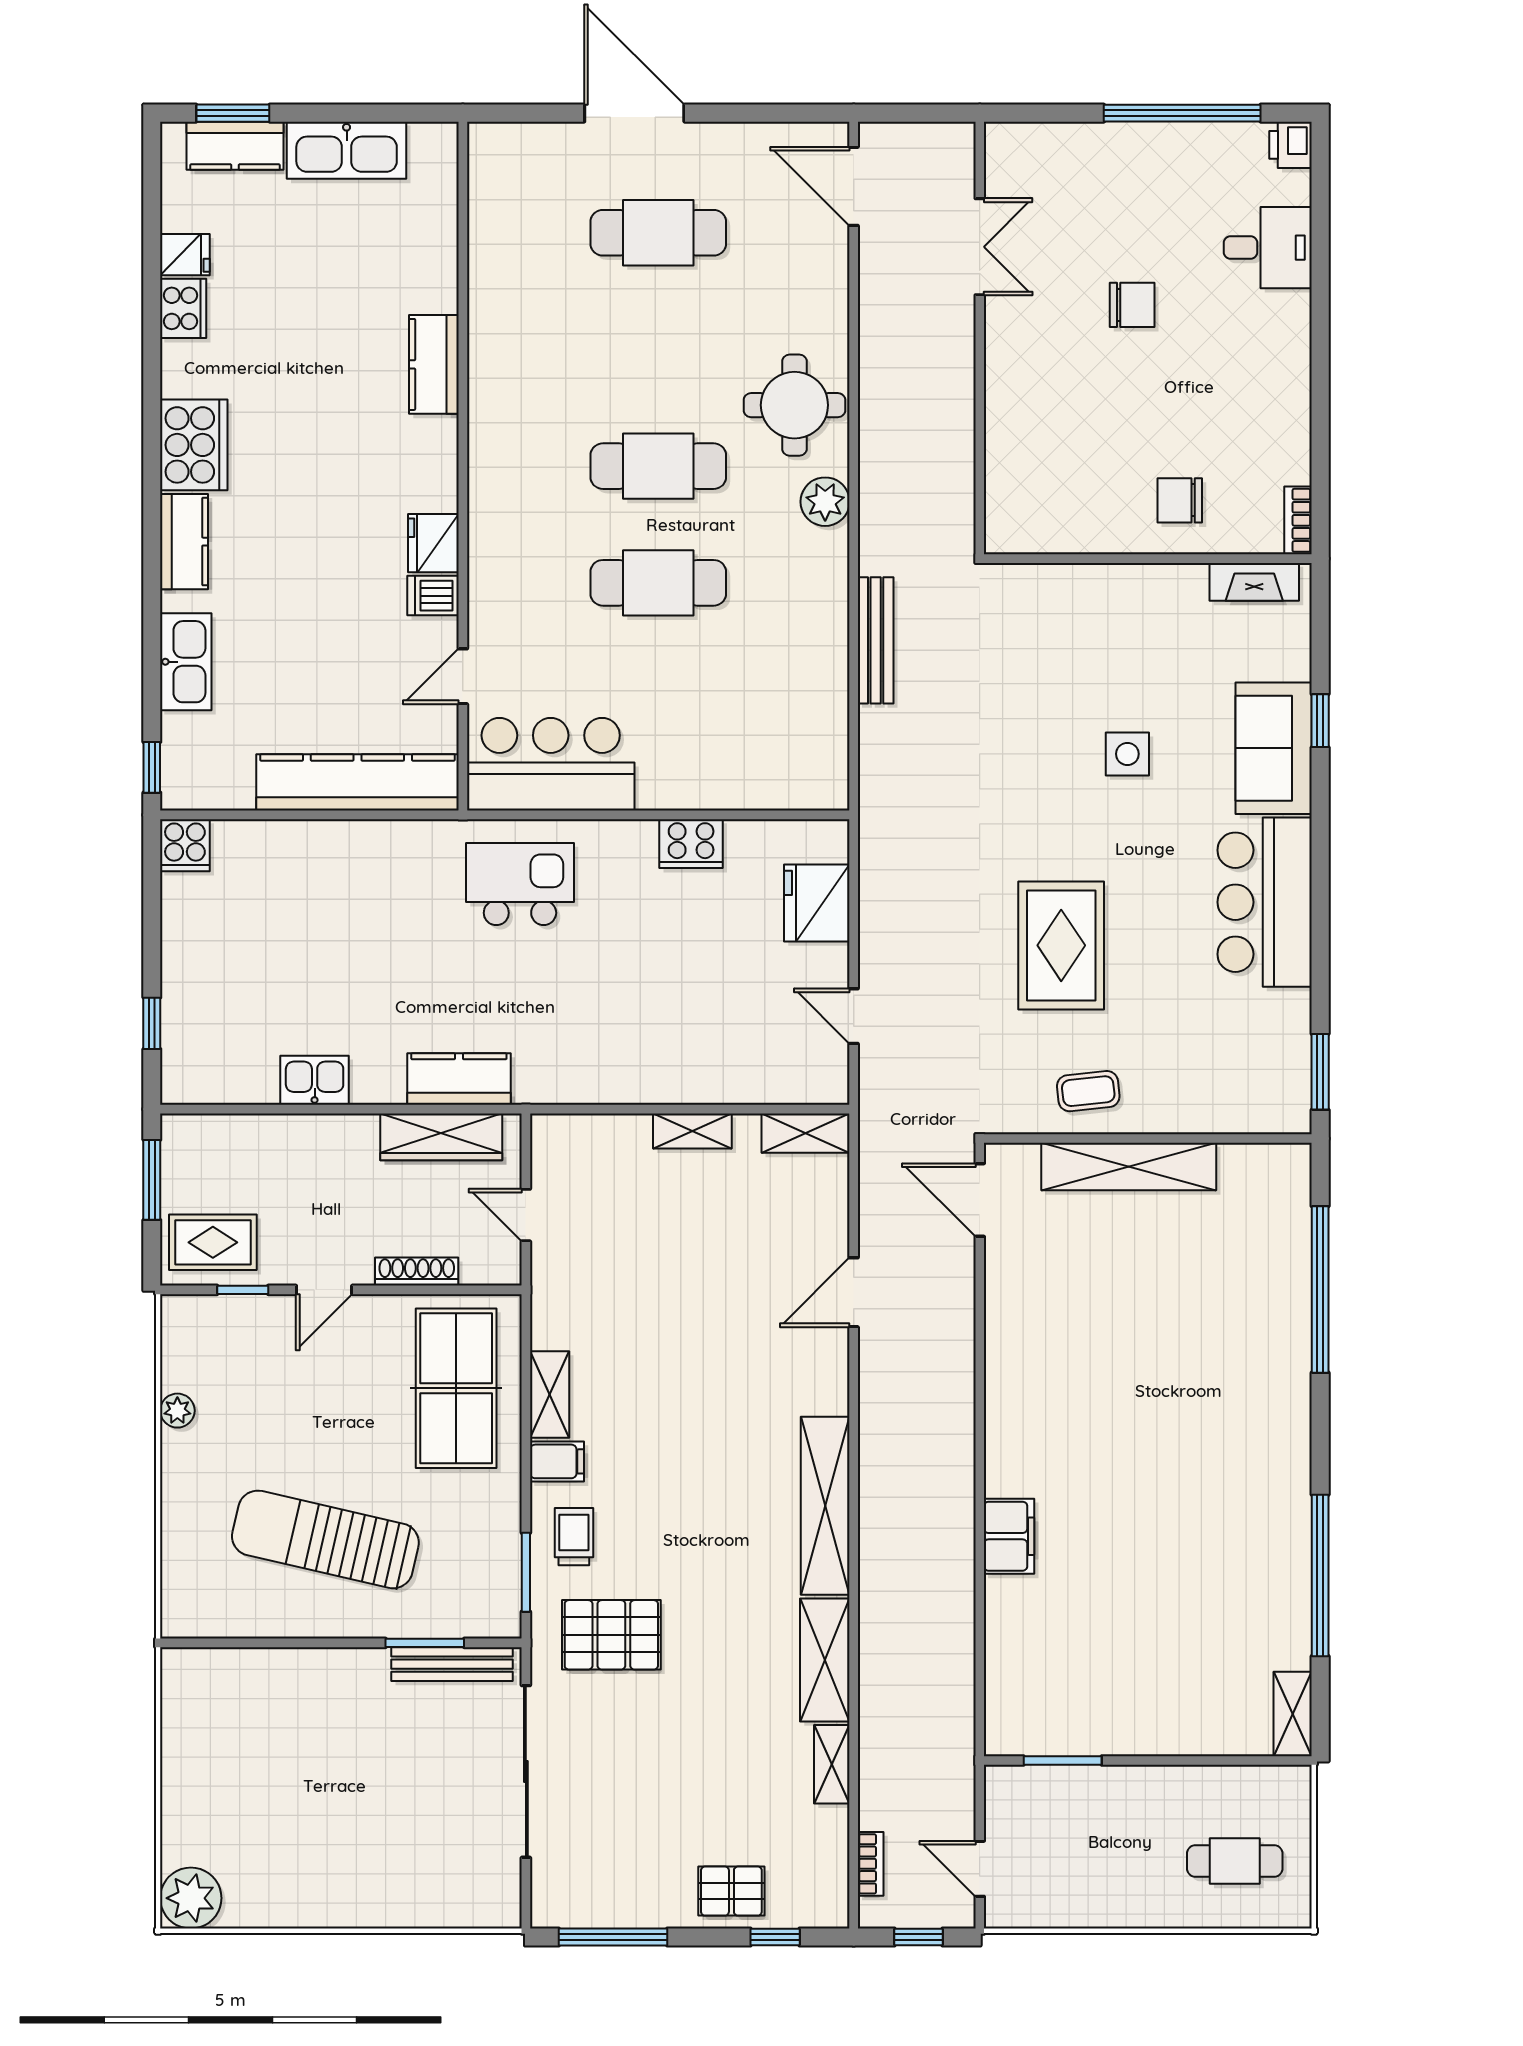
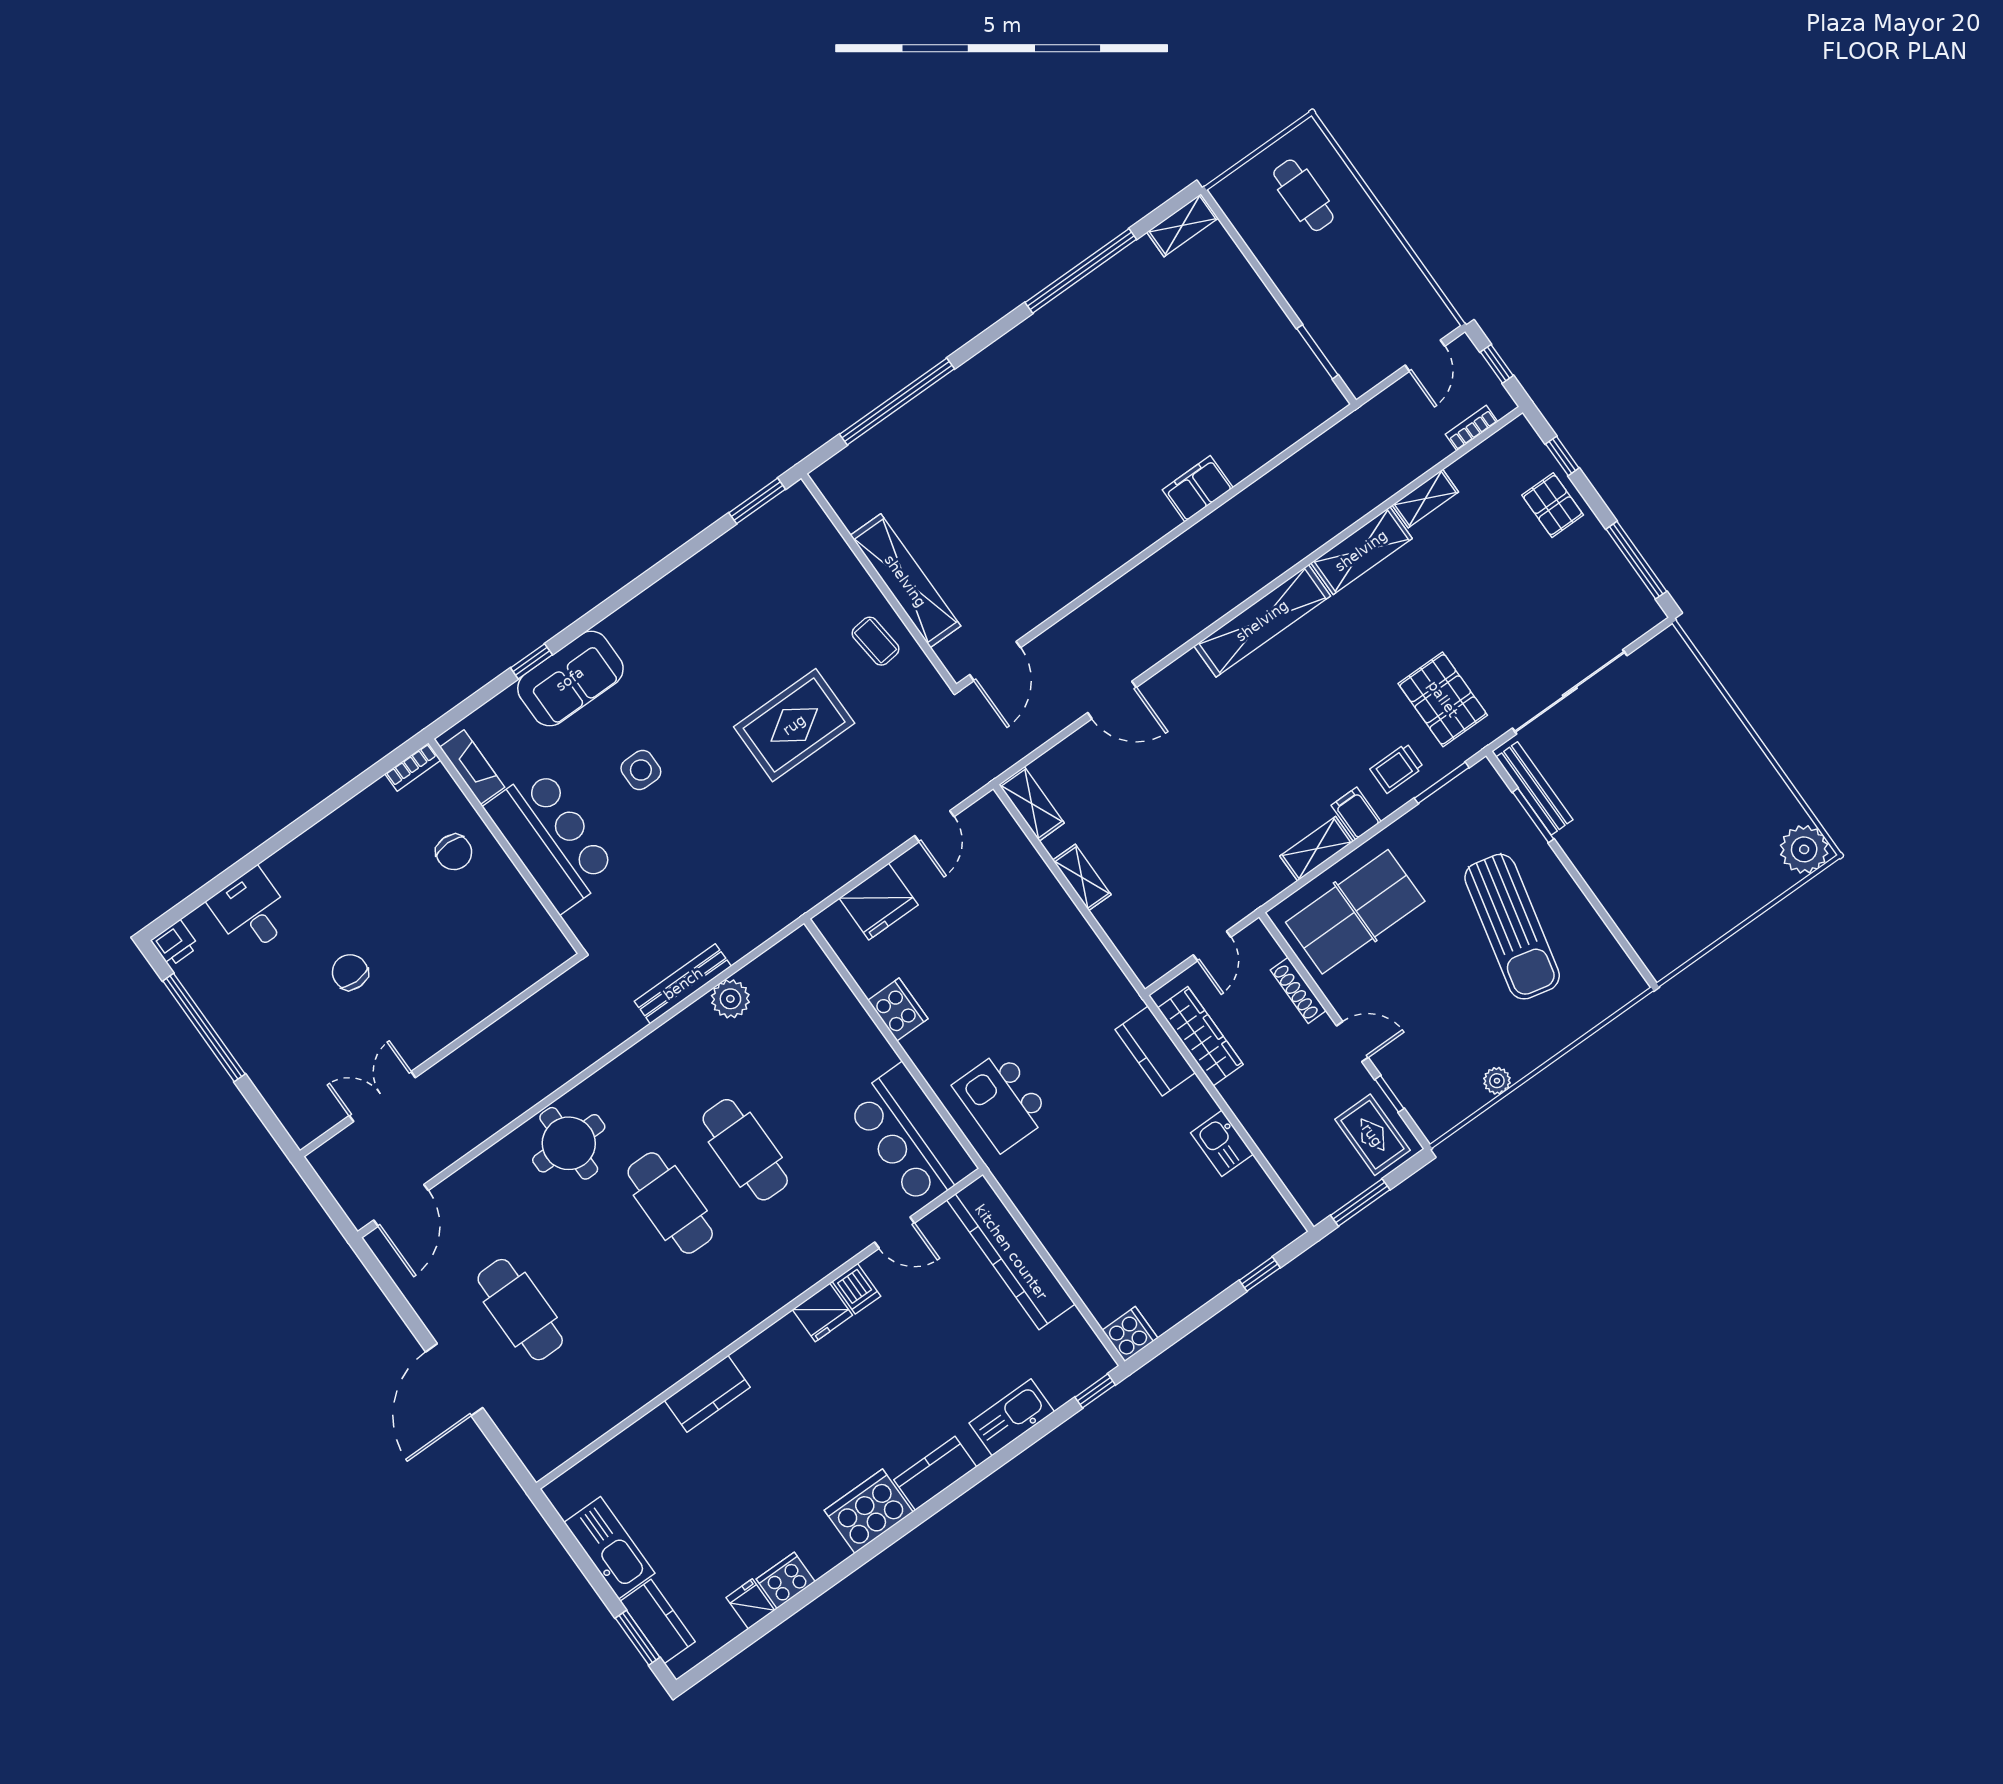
plant: (825, 502) -> (730, 999), moved
bar counter: (1265, 902) -> (551, 840), moved, turned -90

